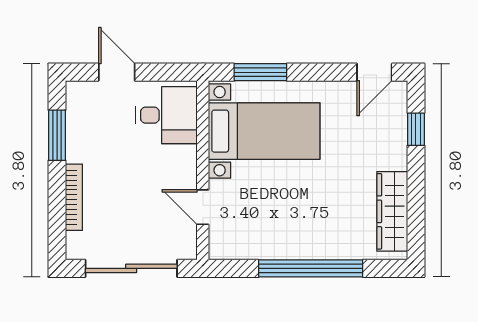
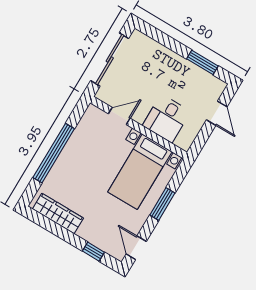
door: (117, 72) -> (217, 113), hinge flipped
window: (260, 72) -> (162, 204), moved
desk: (166, 115) -> (166, 118), moved
bookcase: (74, 197) -> (165, 52), removed

